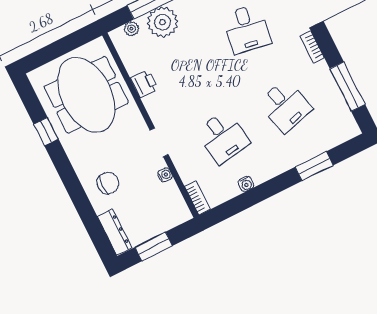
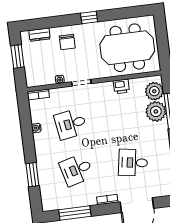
plant: (132, 29) -> (154, 91), width x1.88, depth x1.88
window: (46, 132) -> (89, 18), moved
dresser: (115, 232) -> (39, 35), width x0.70

